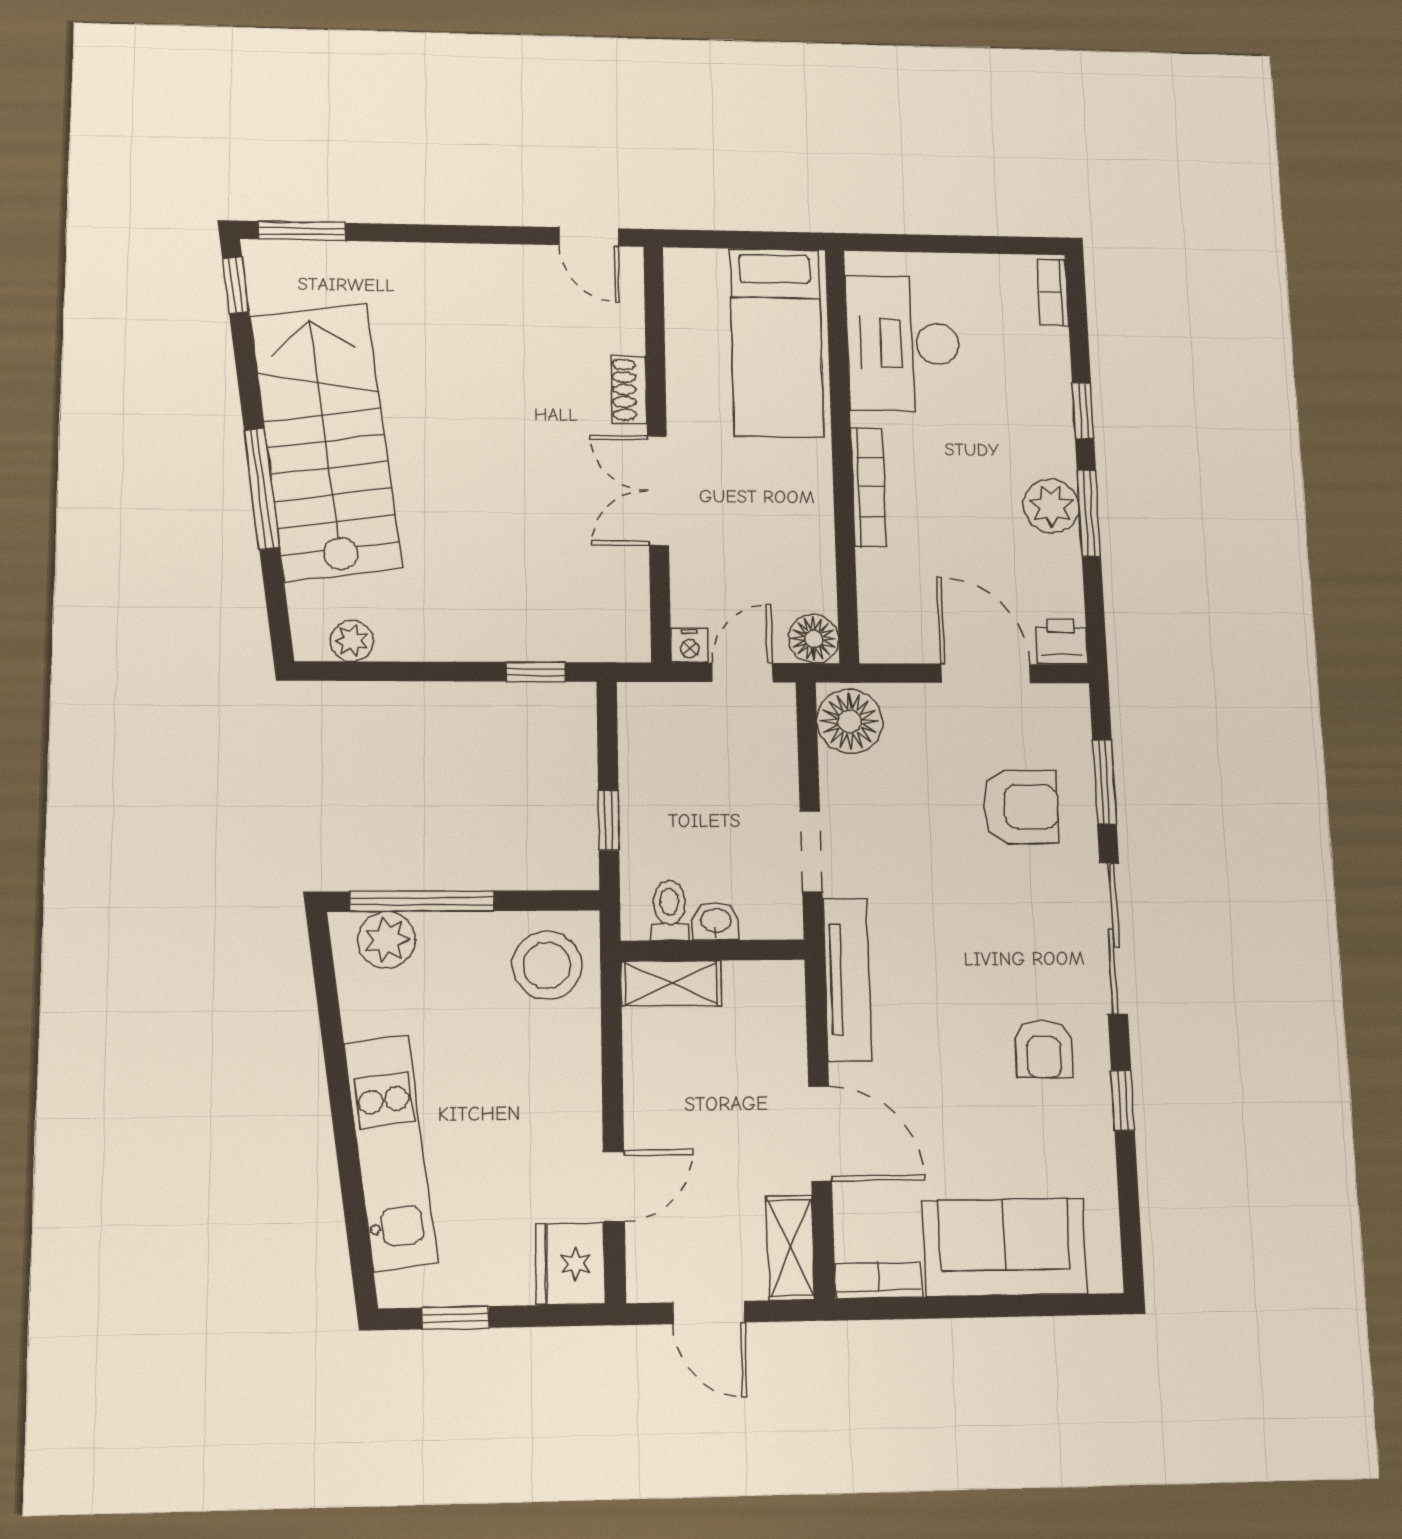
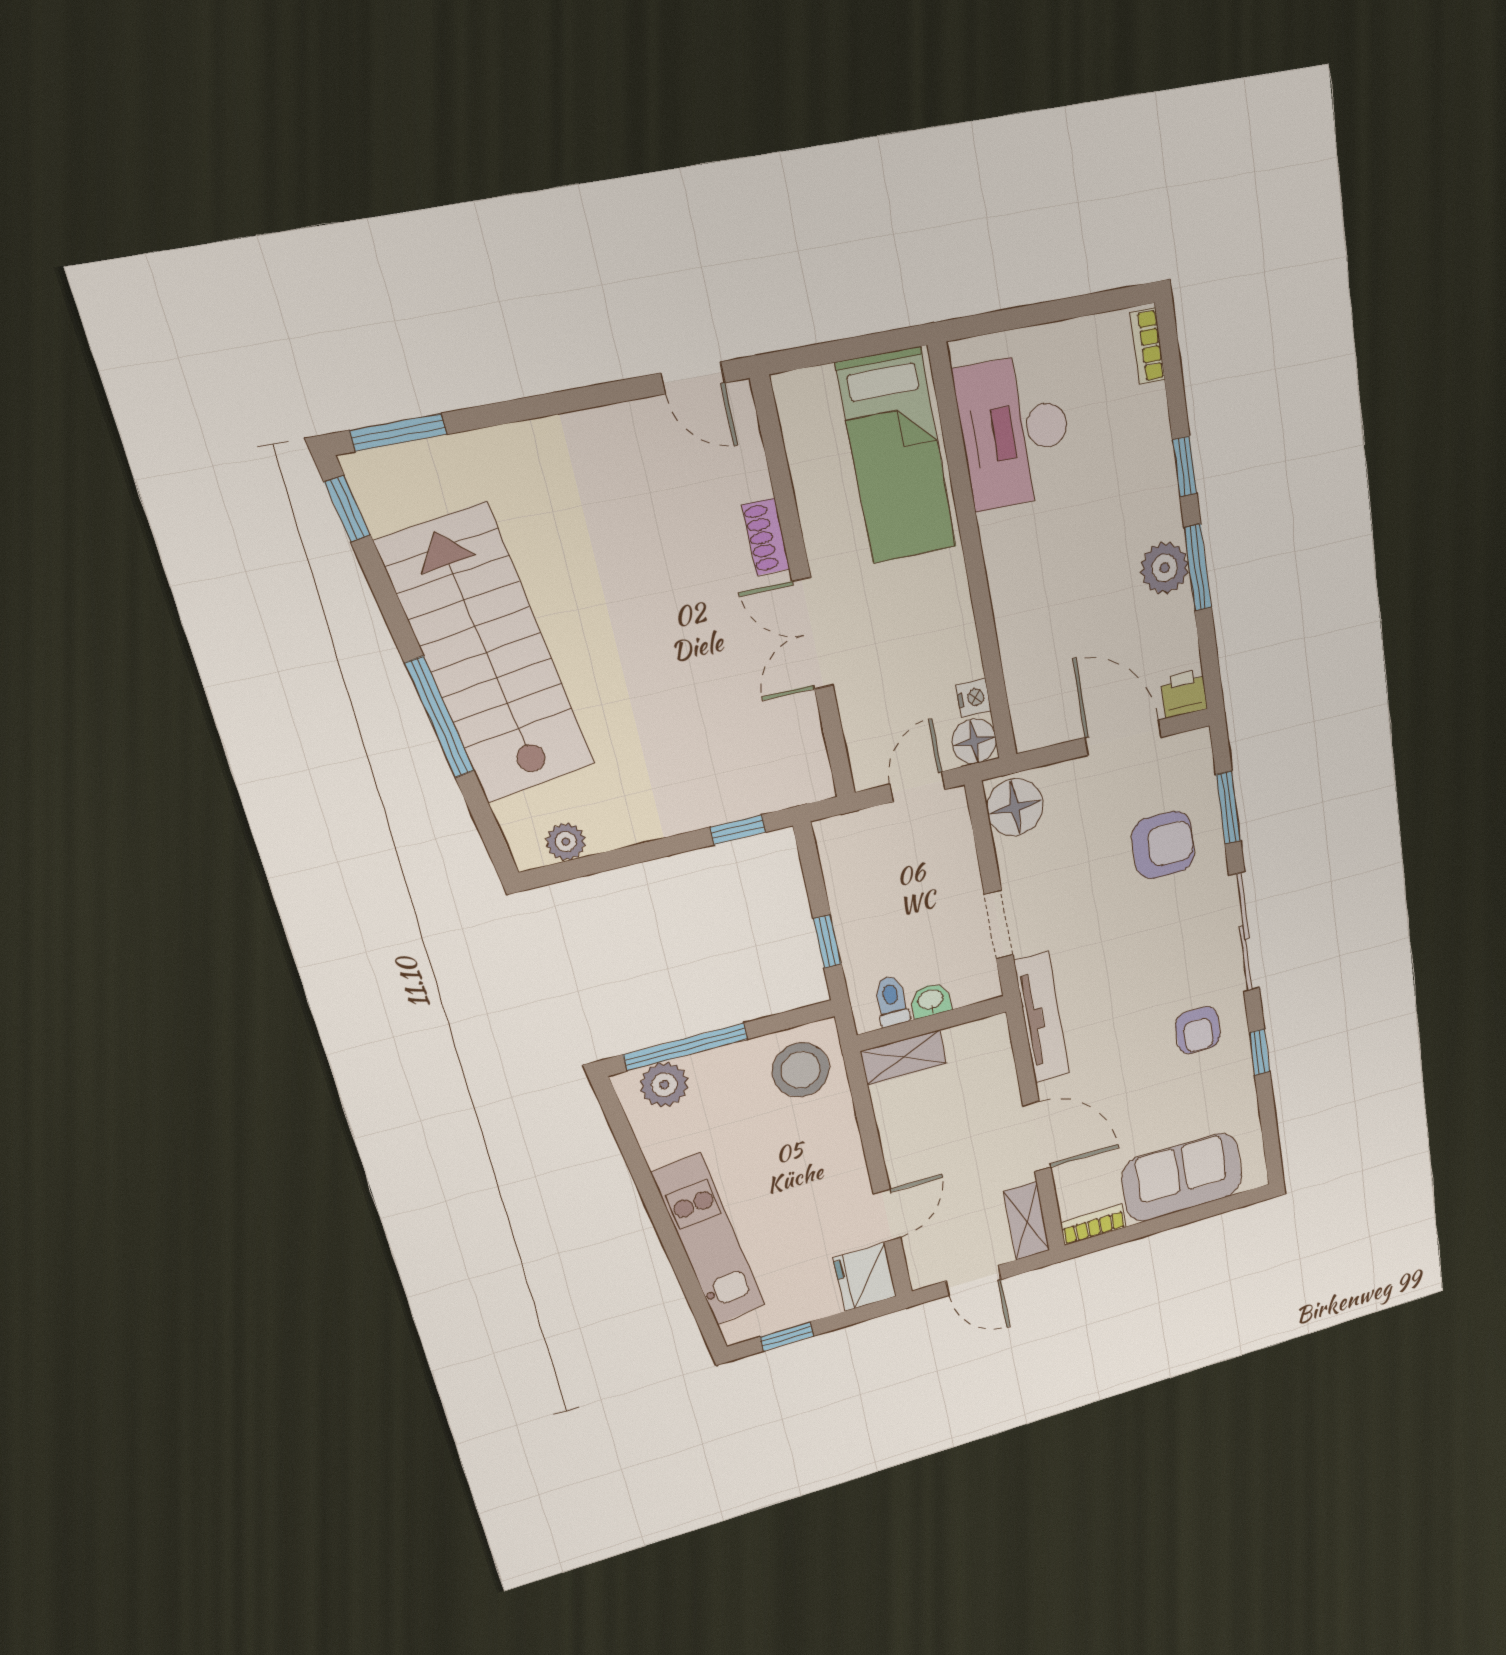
bookcase: (868, 487) -> (1002, 586), removed
nightstand: (689, 646) -> (973, 698), moved, turned -90

